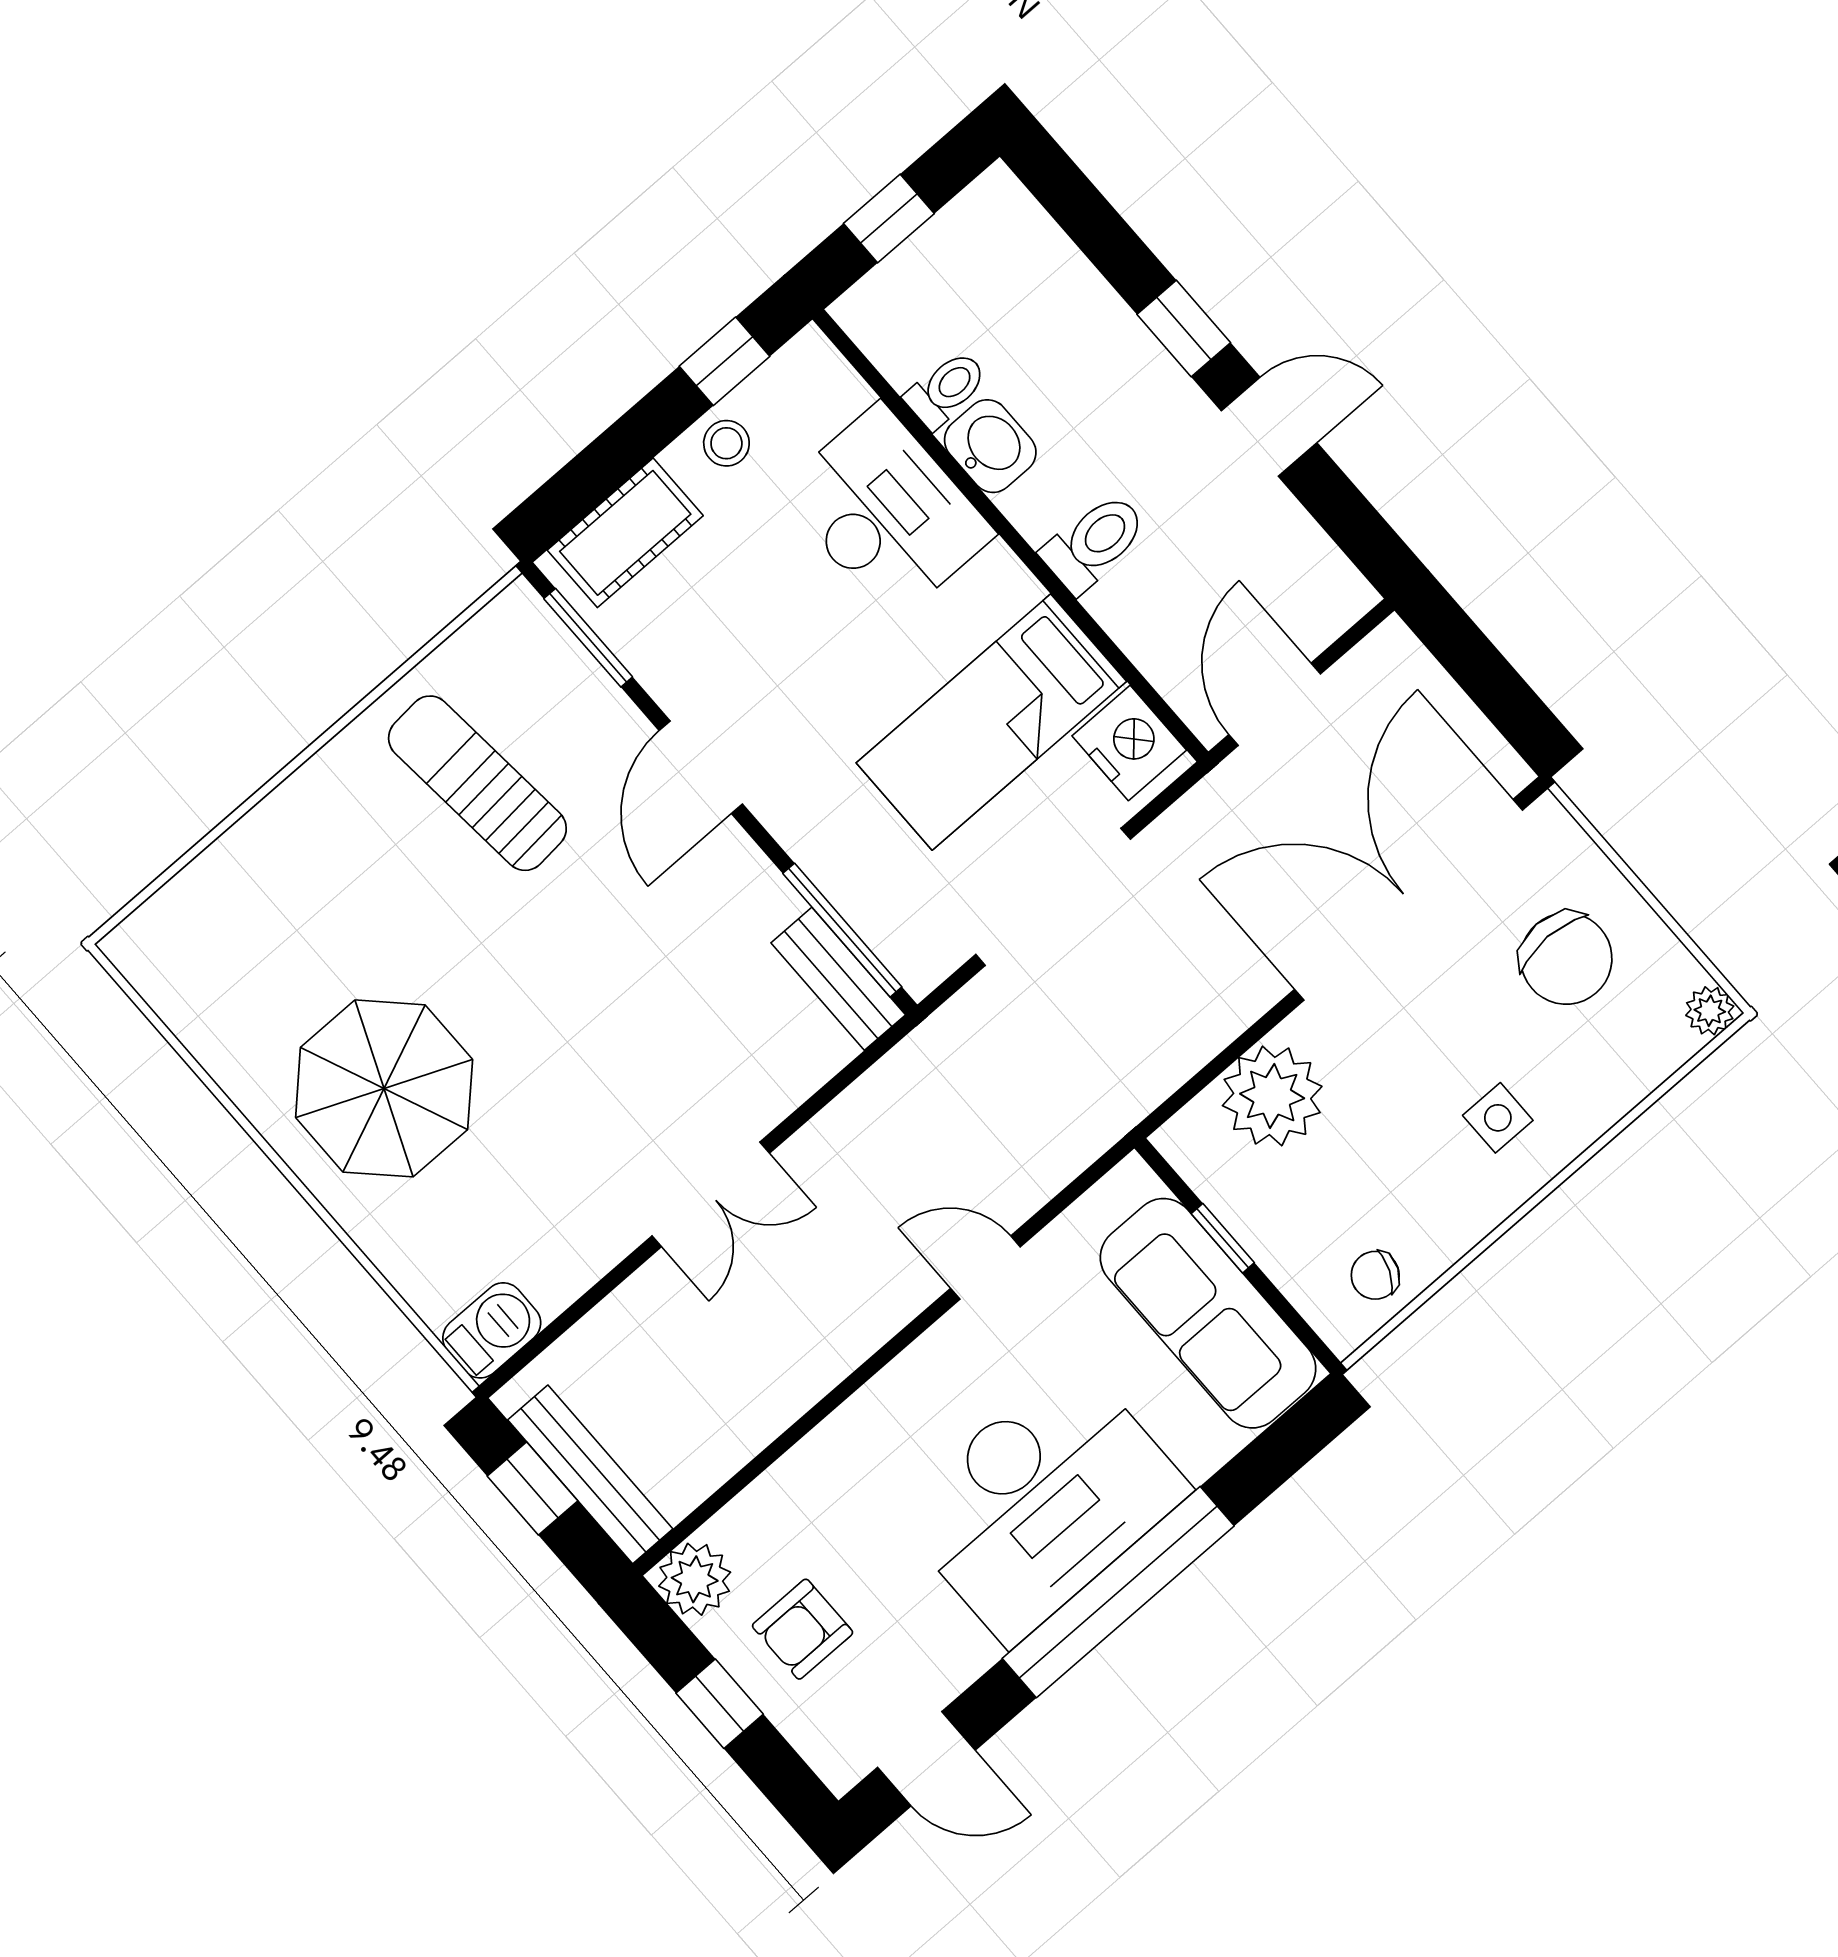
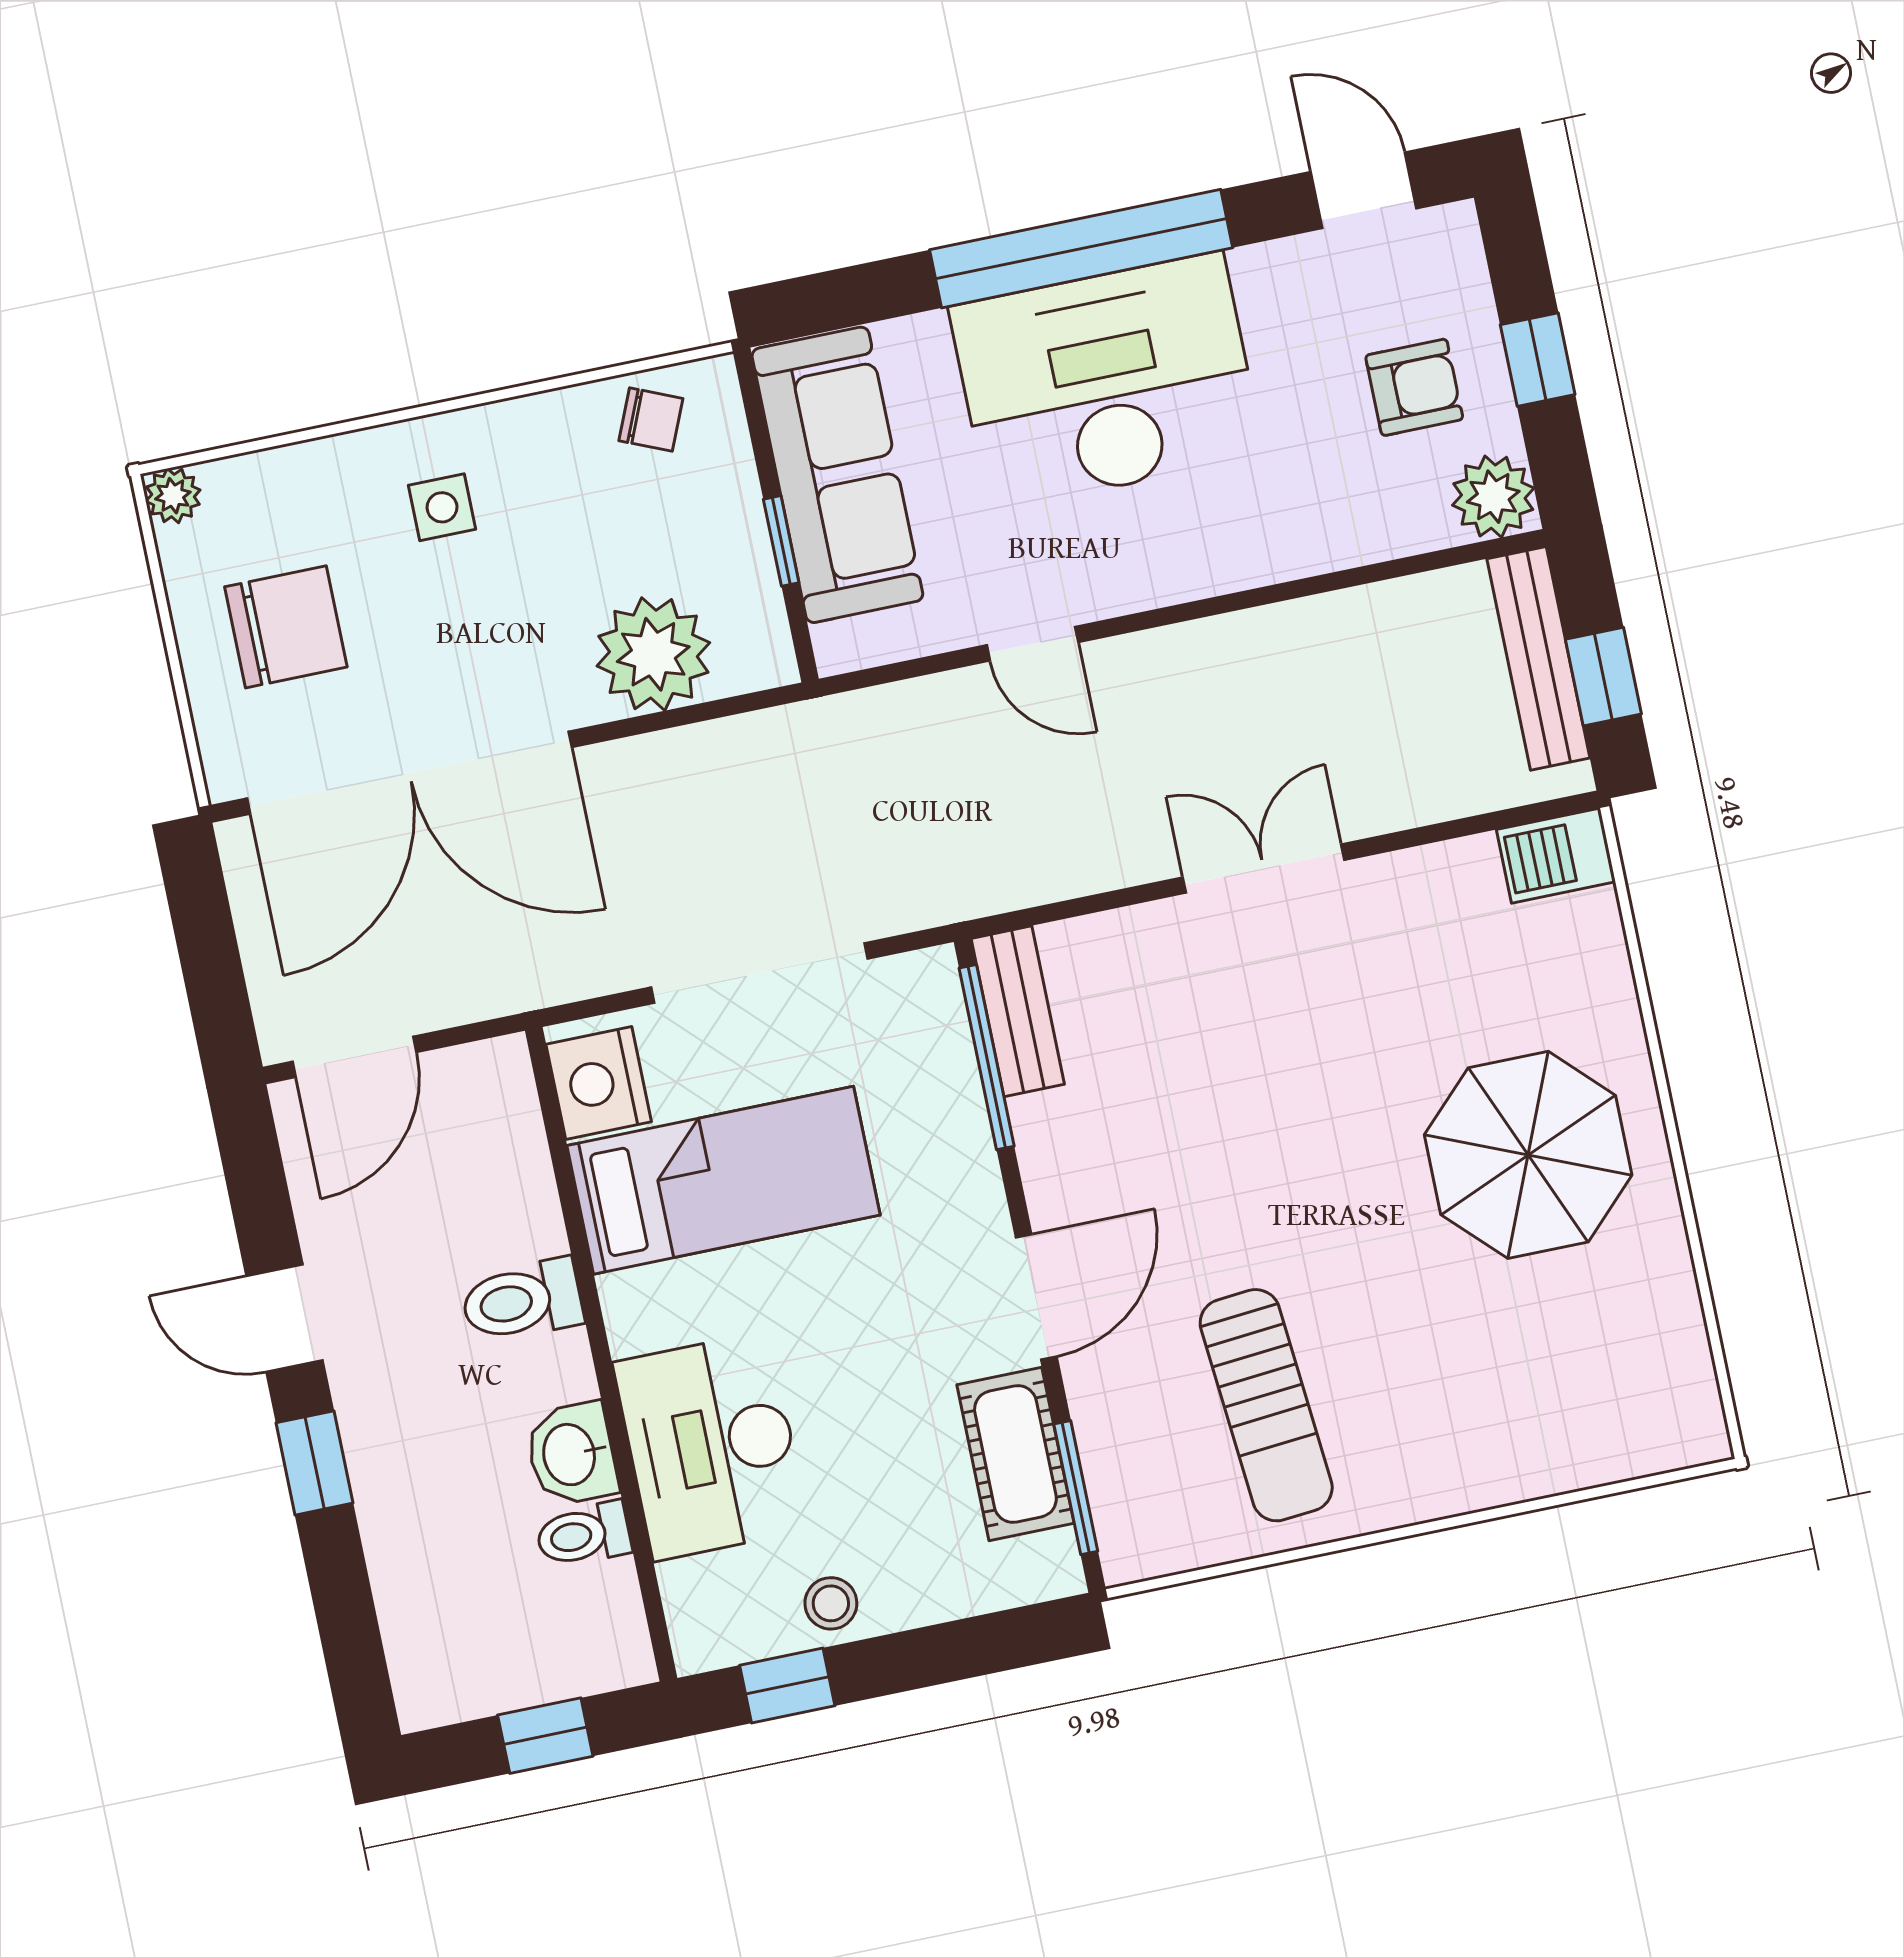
cot: (625, 533) -> (1015, 1454), moved, turned 90
door: (1275, 704) -> (354, 1057), moved
chair: (1566, 959) -> (286, 627), turned 90

